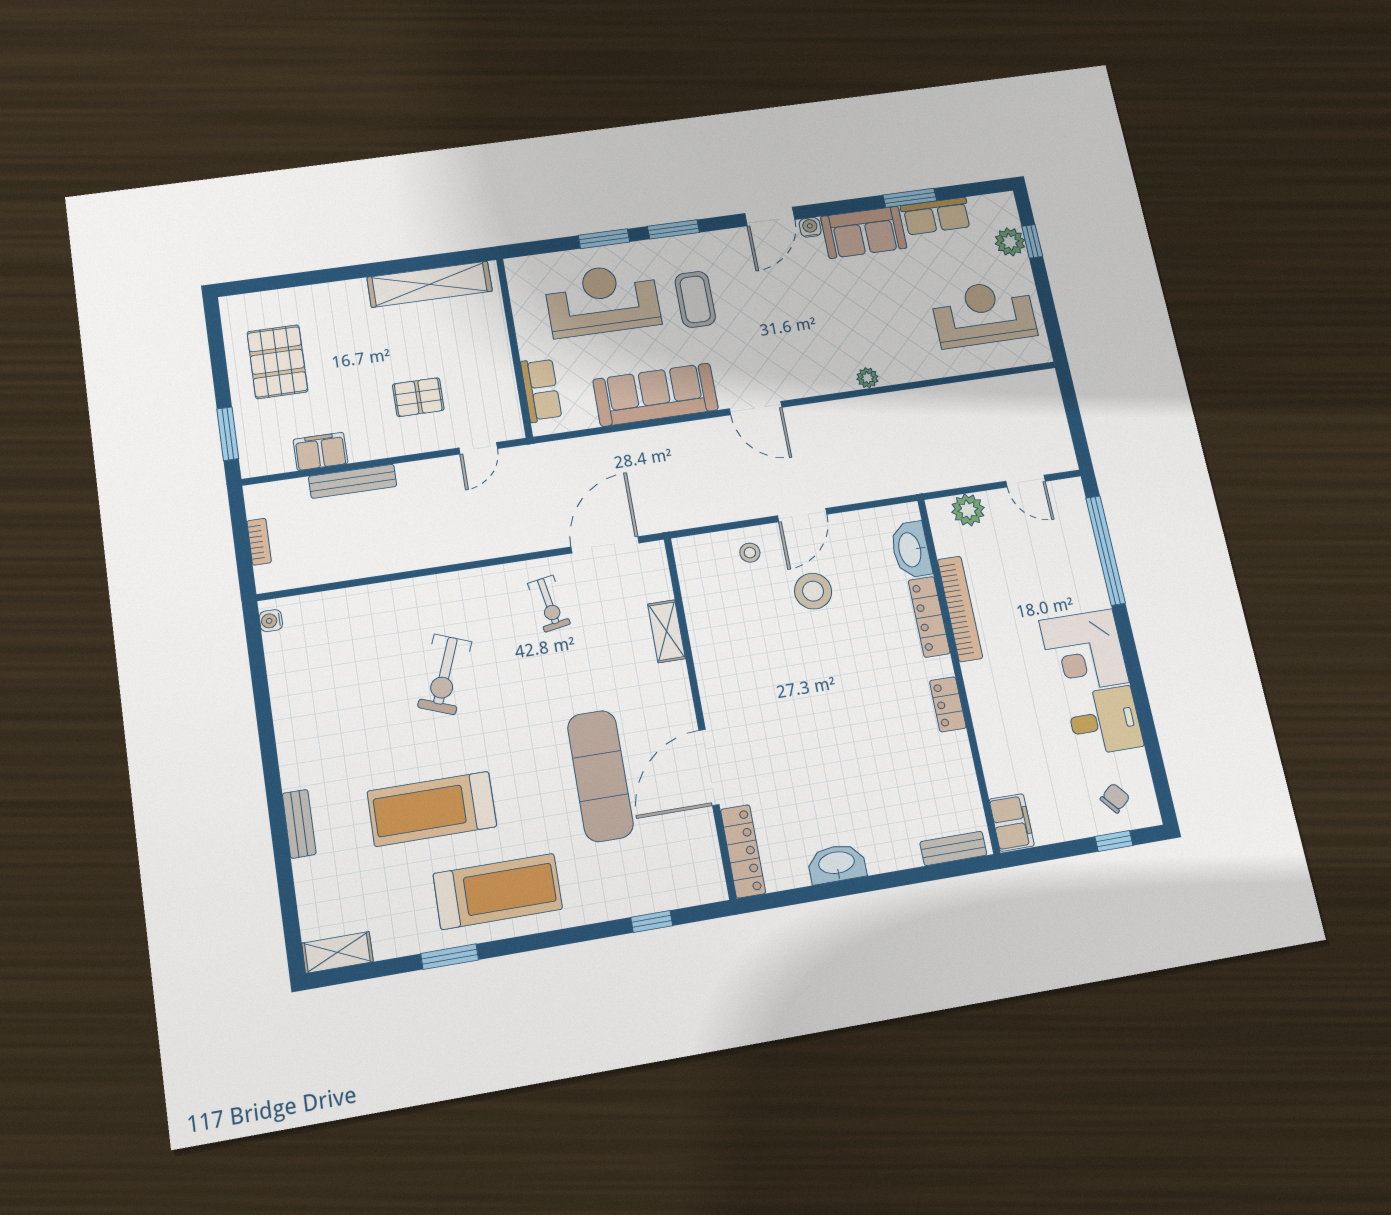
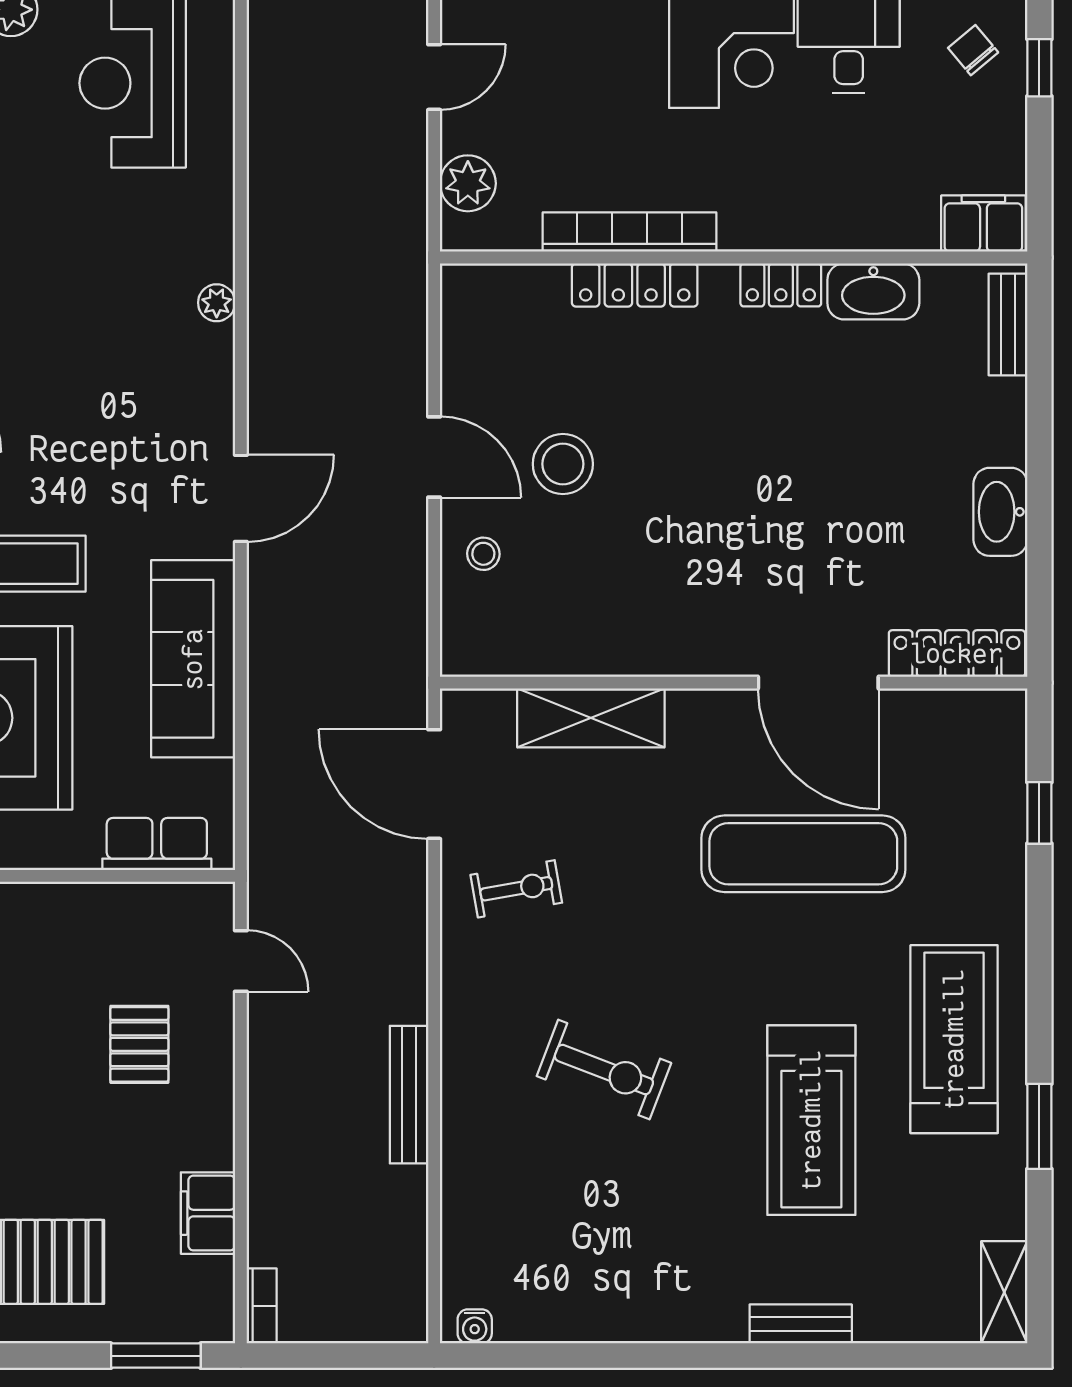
bench: (353, 481) -> (409, 1095), moved
bookcase: (259, 542) -> (262, 1306), moved, turned 90
washbasin: (911, 550) -> (873, 291), moved
shelving: (666, 631) -> (591, 718), width x1.50, depth x1.33

